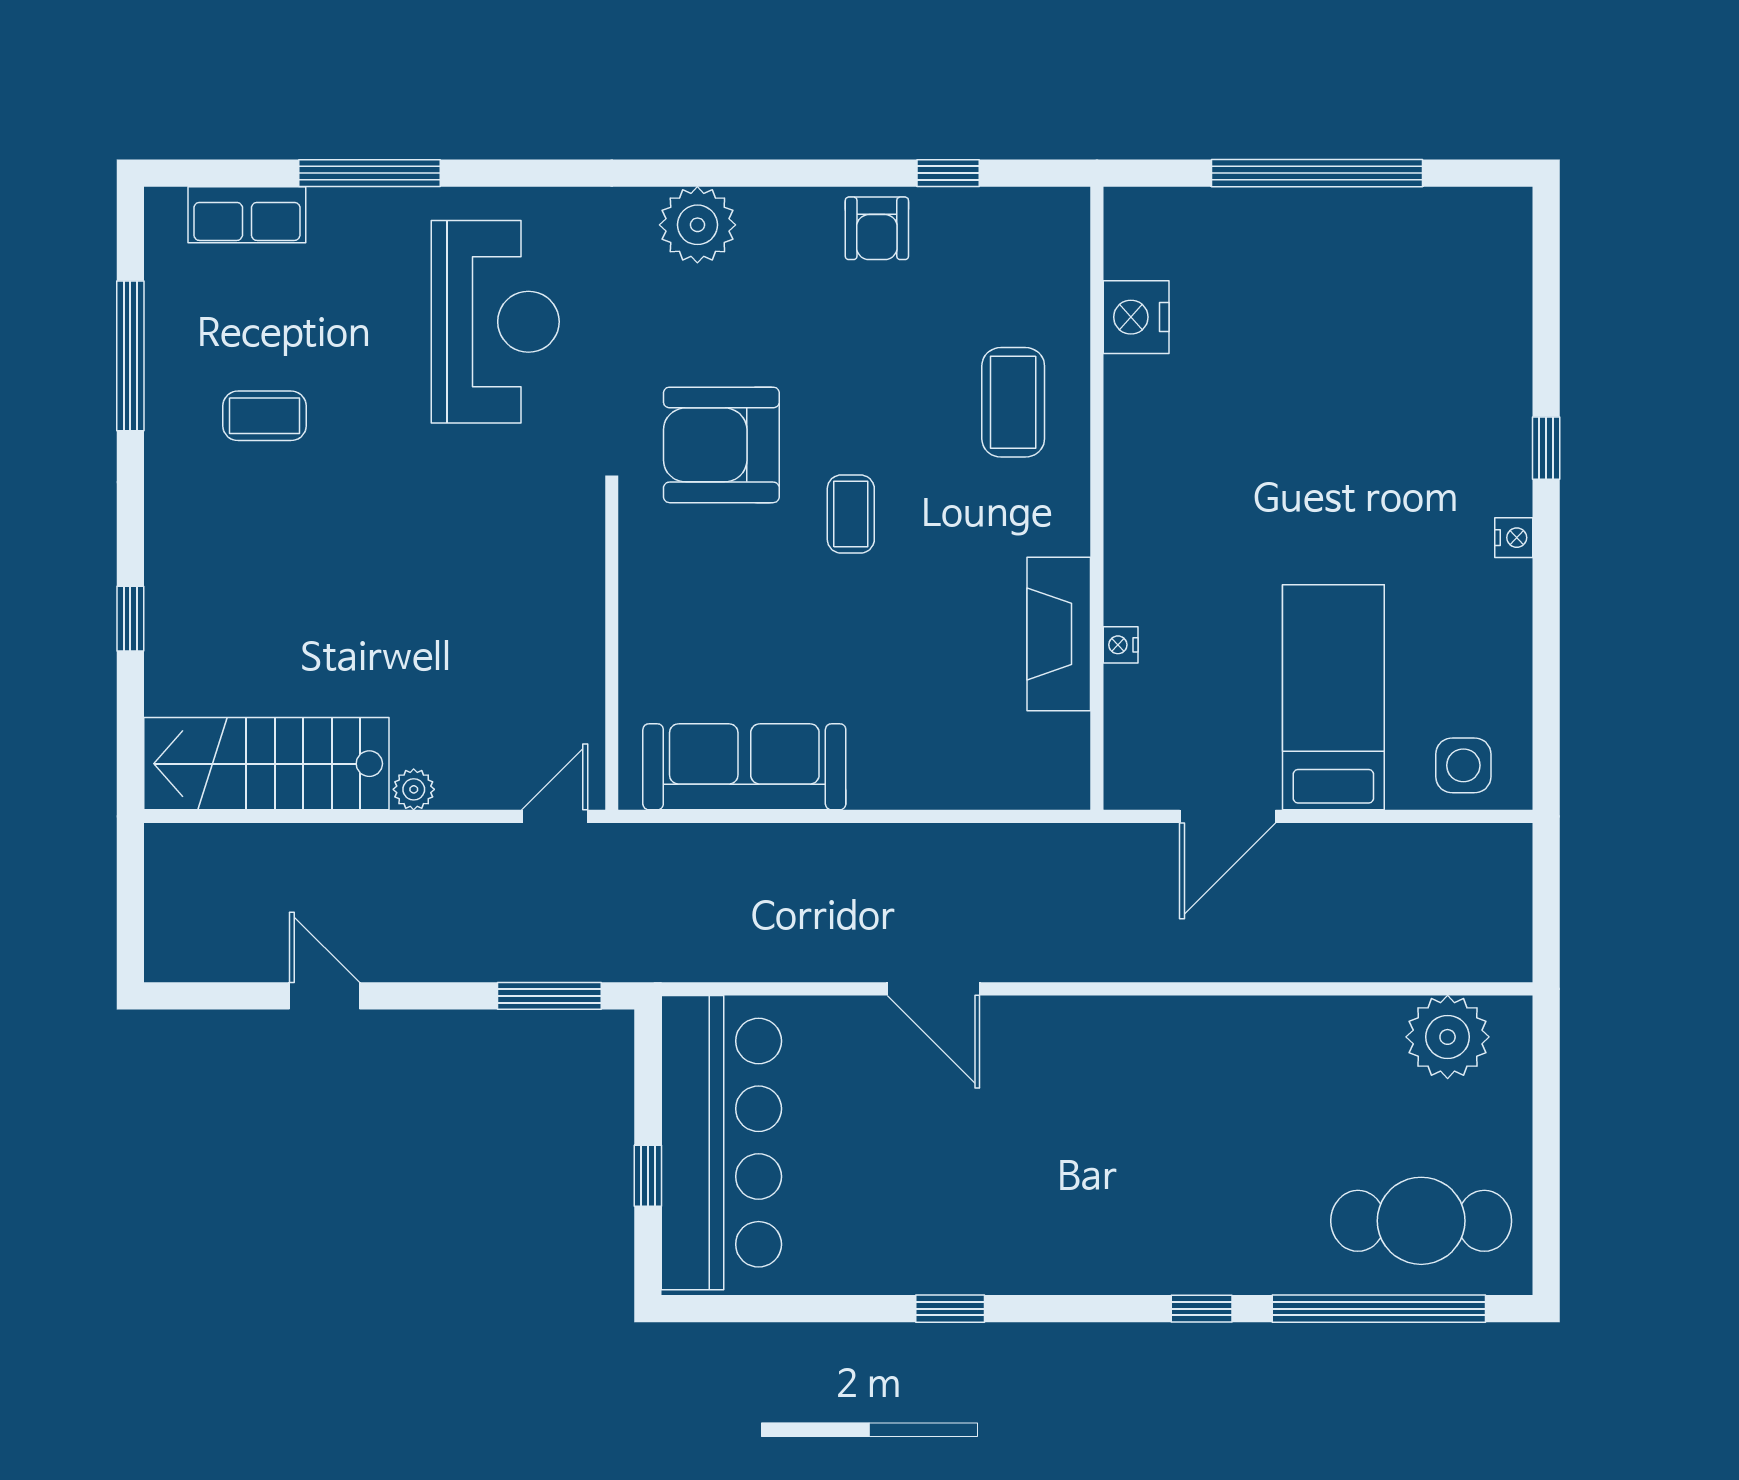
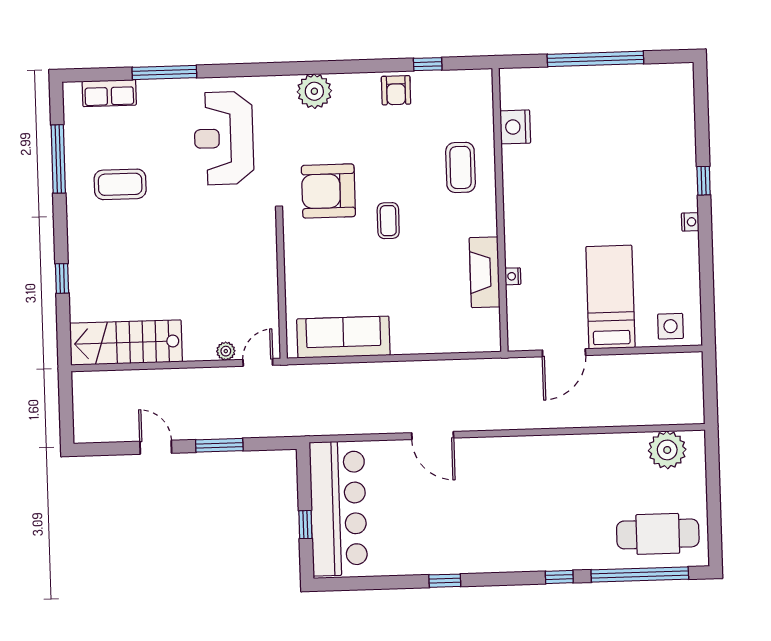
reception desk: (495, 322) -> (224, 138), turned 180
coffee table: (264, 416) -> (120, 184), width x1.36, depth x1.30
plant: (414, 789) -> (226, 351), moved
window: (549, 996) -> (219, 445), moved

